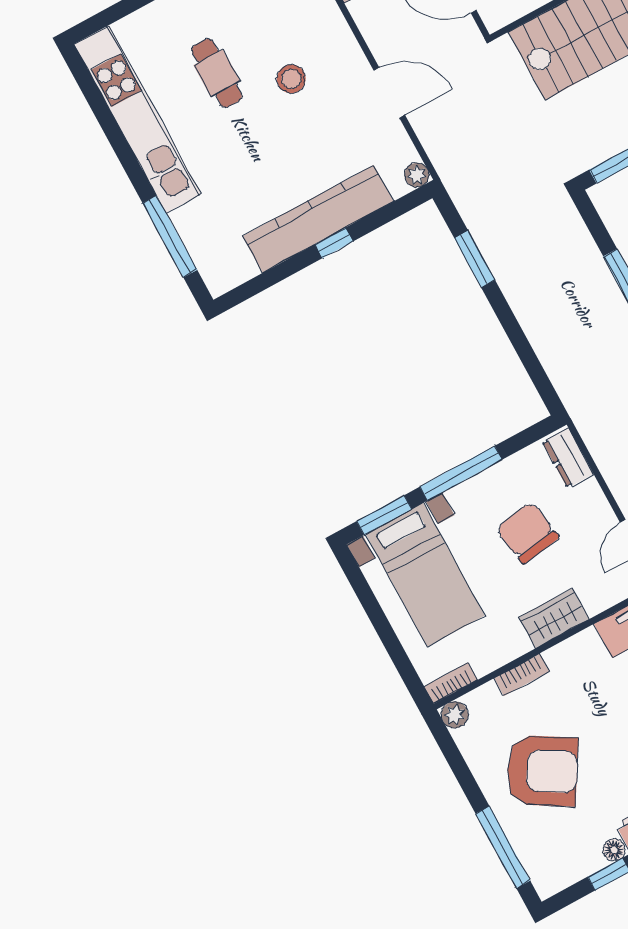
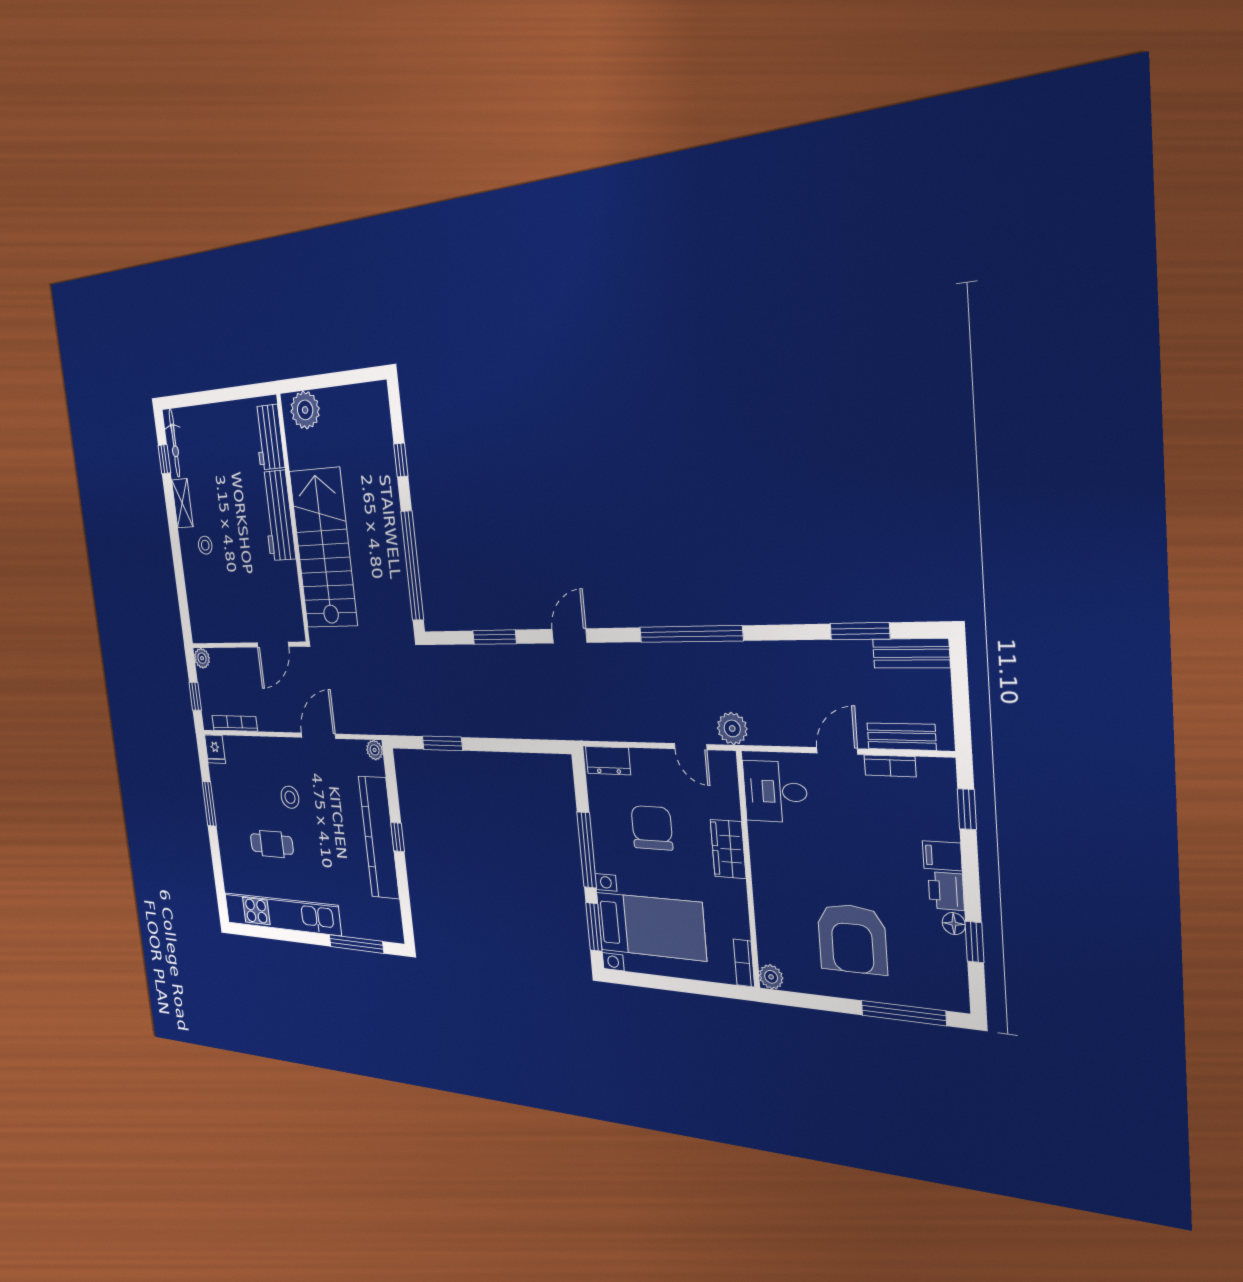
chair: (527, 533) -> (652, 828), turned 99
bookcase: (522, 675) -> (763, 904), removed
armchair: (542, 771) -> (852, 939), turned 149

